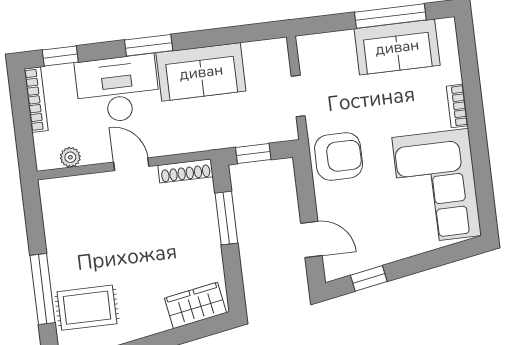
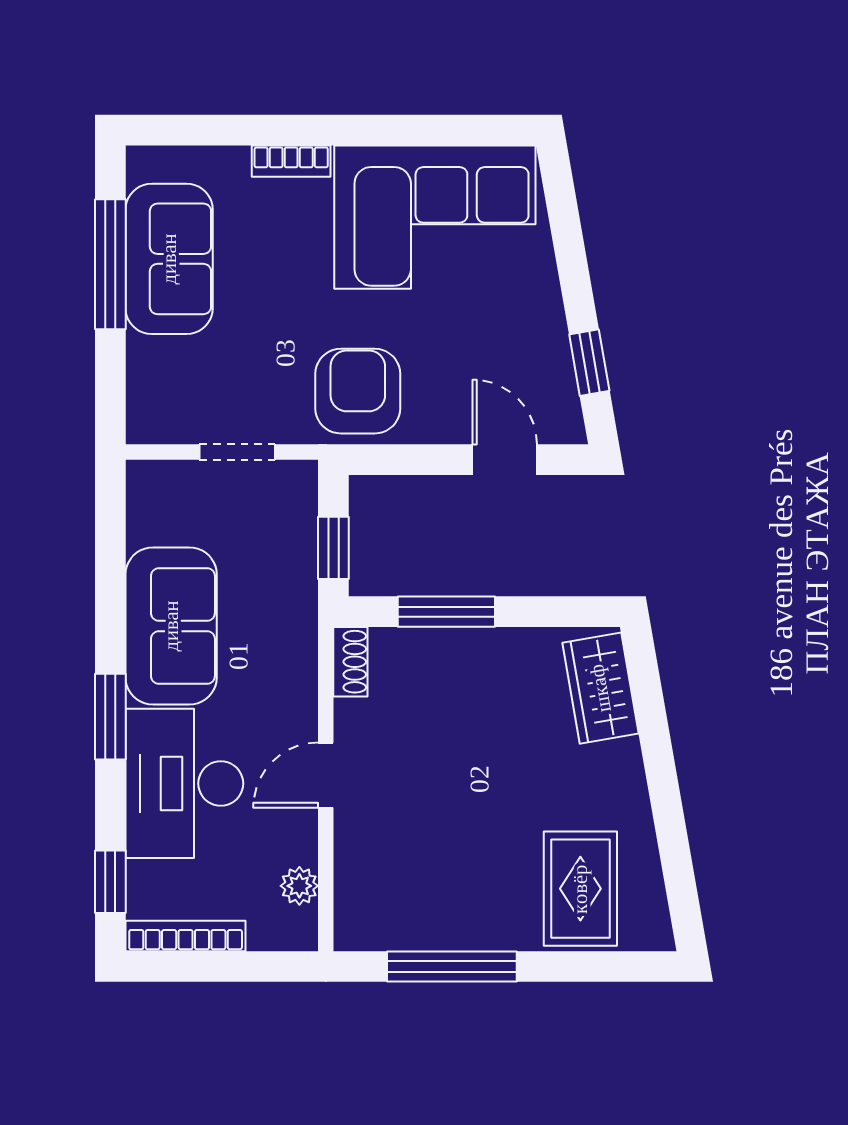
shoe rack: (185, 171) -> (350, 662), width x0.70
door: (311, 239) -> (505, 460), hinge flipped
window: (43, 289) -> (452, 966), moved

